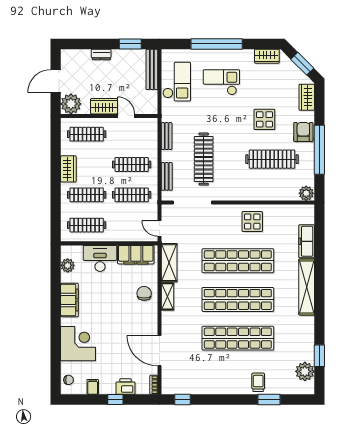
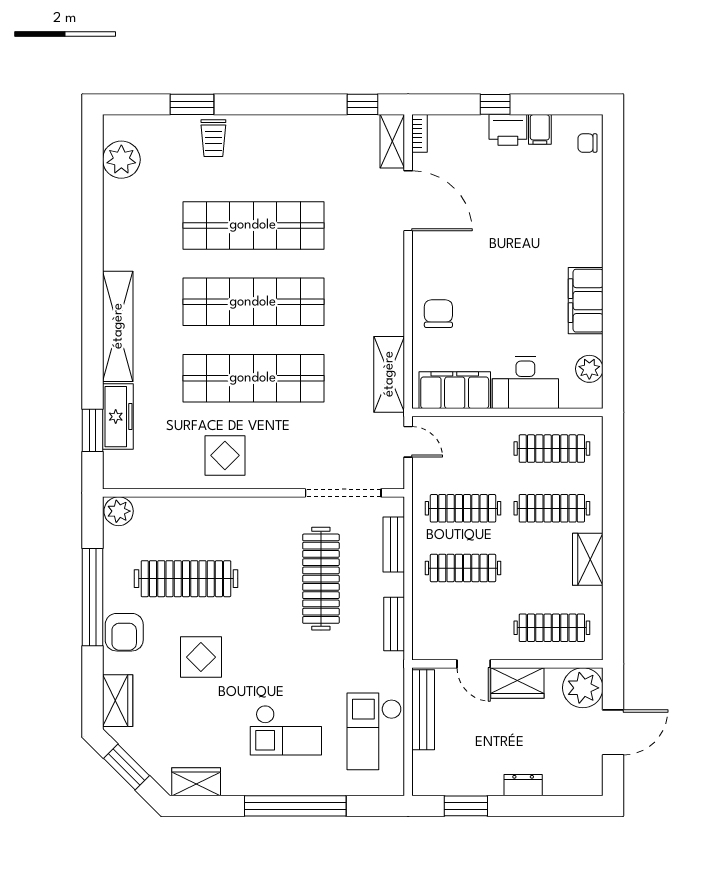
bench: (152, 69) -> (423, 710), moved
chair: (144, 293) -> (438, 314), turned 180
shelving: (167, 296) -> (392, 141), moved
corner desk: (78, 344) -> (569, 215), removed
window: (319, 356) -> (93, 430), moved
printer: (126, 387) -> (508, 130), moved

